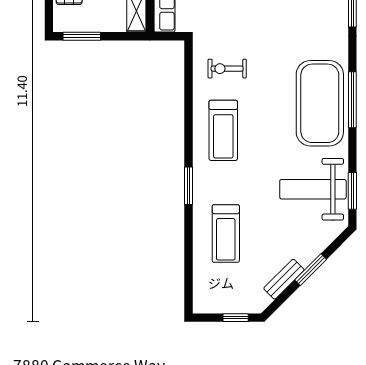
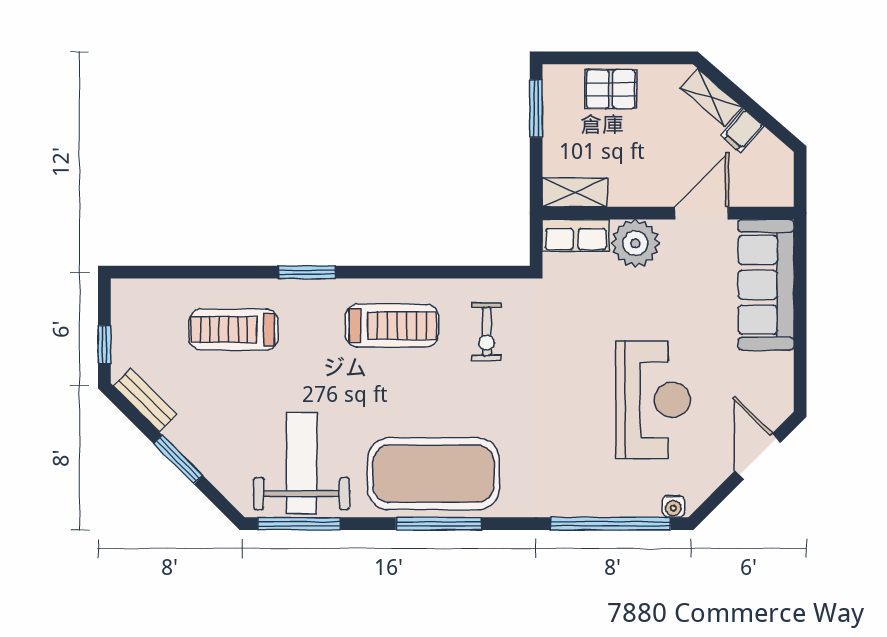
exercise bike: (227, 69) -> (487, 331), turned 180
treadmill: (223, 130) -> (392, 326), turned 180
window: (352, 191) -> (299, 524), width x1.44
bench: (284, 279) -> (145, 400), moved

